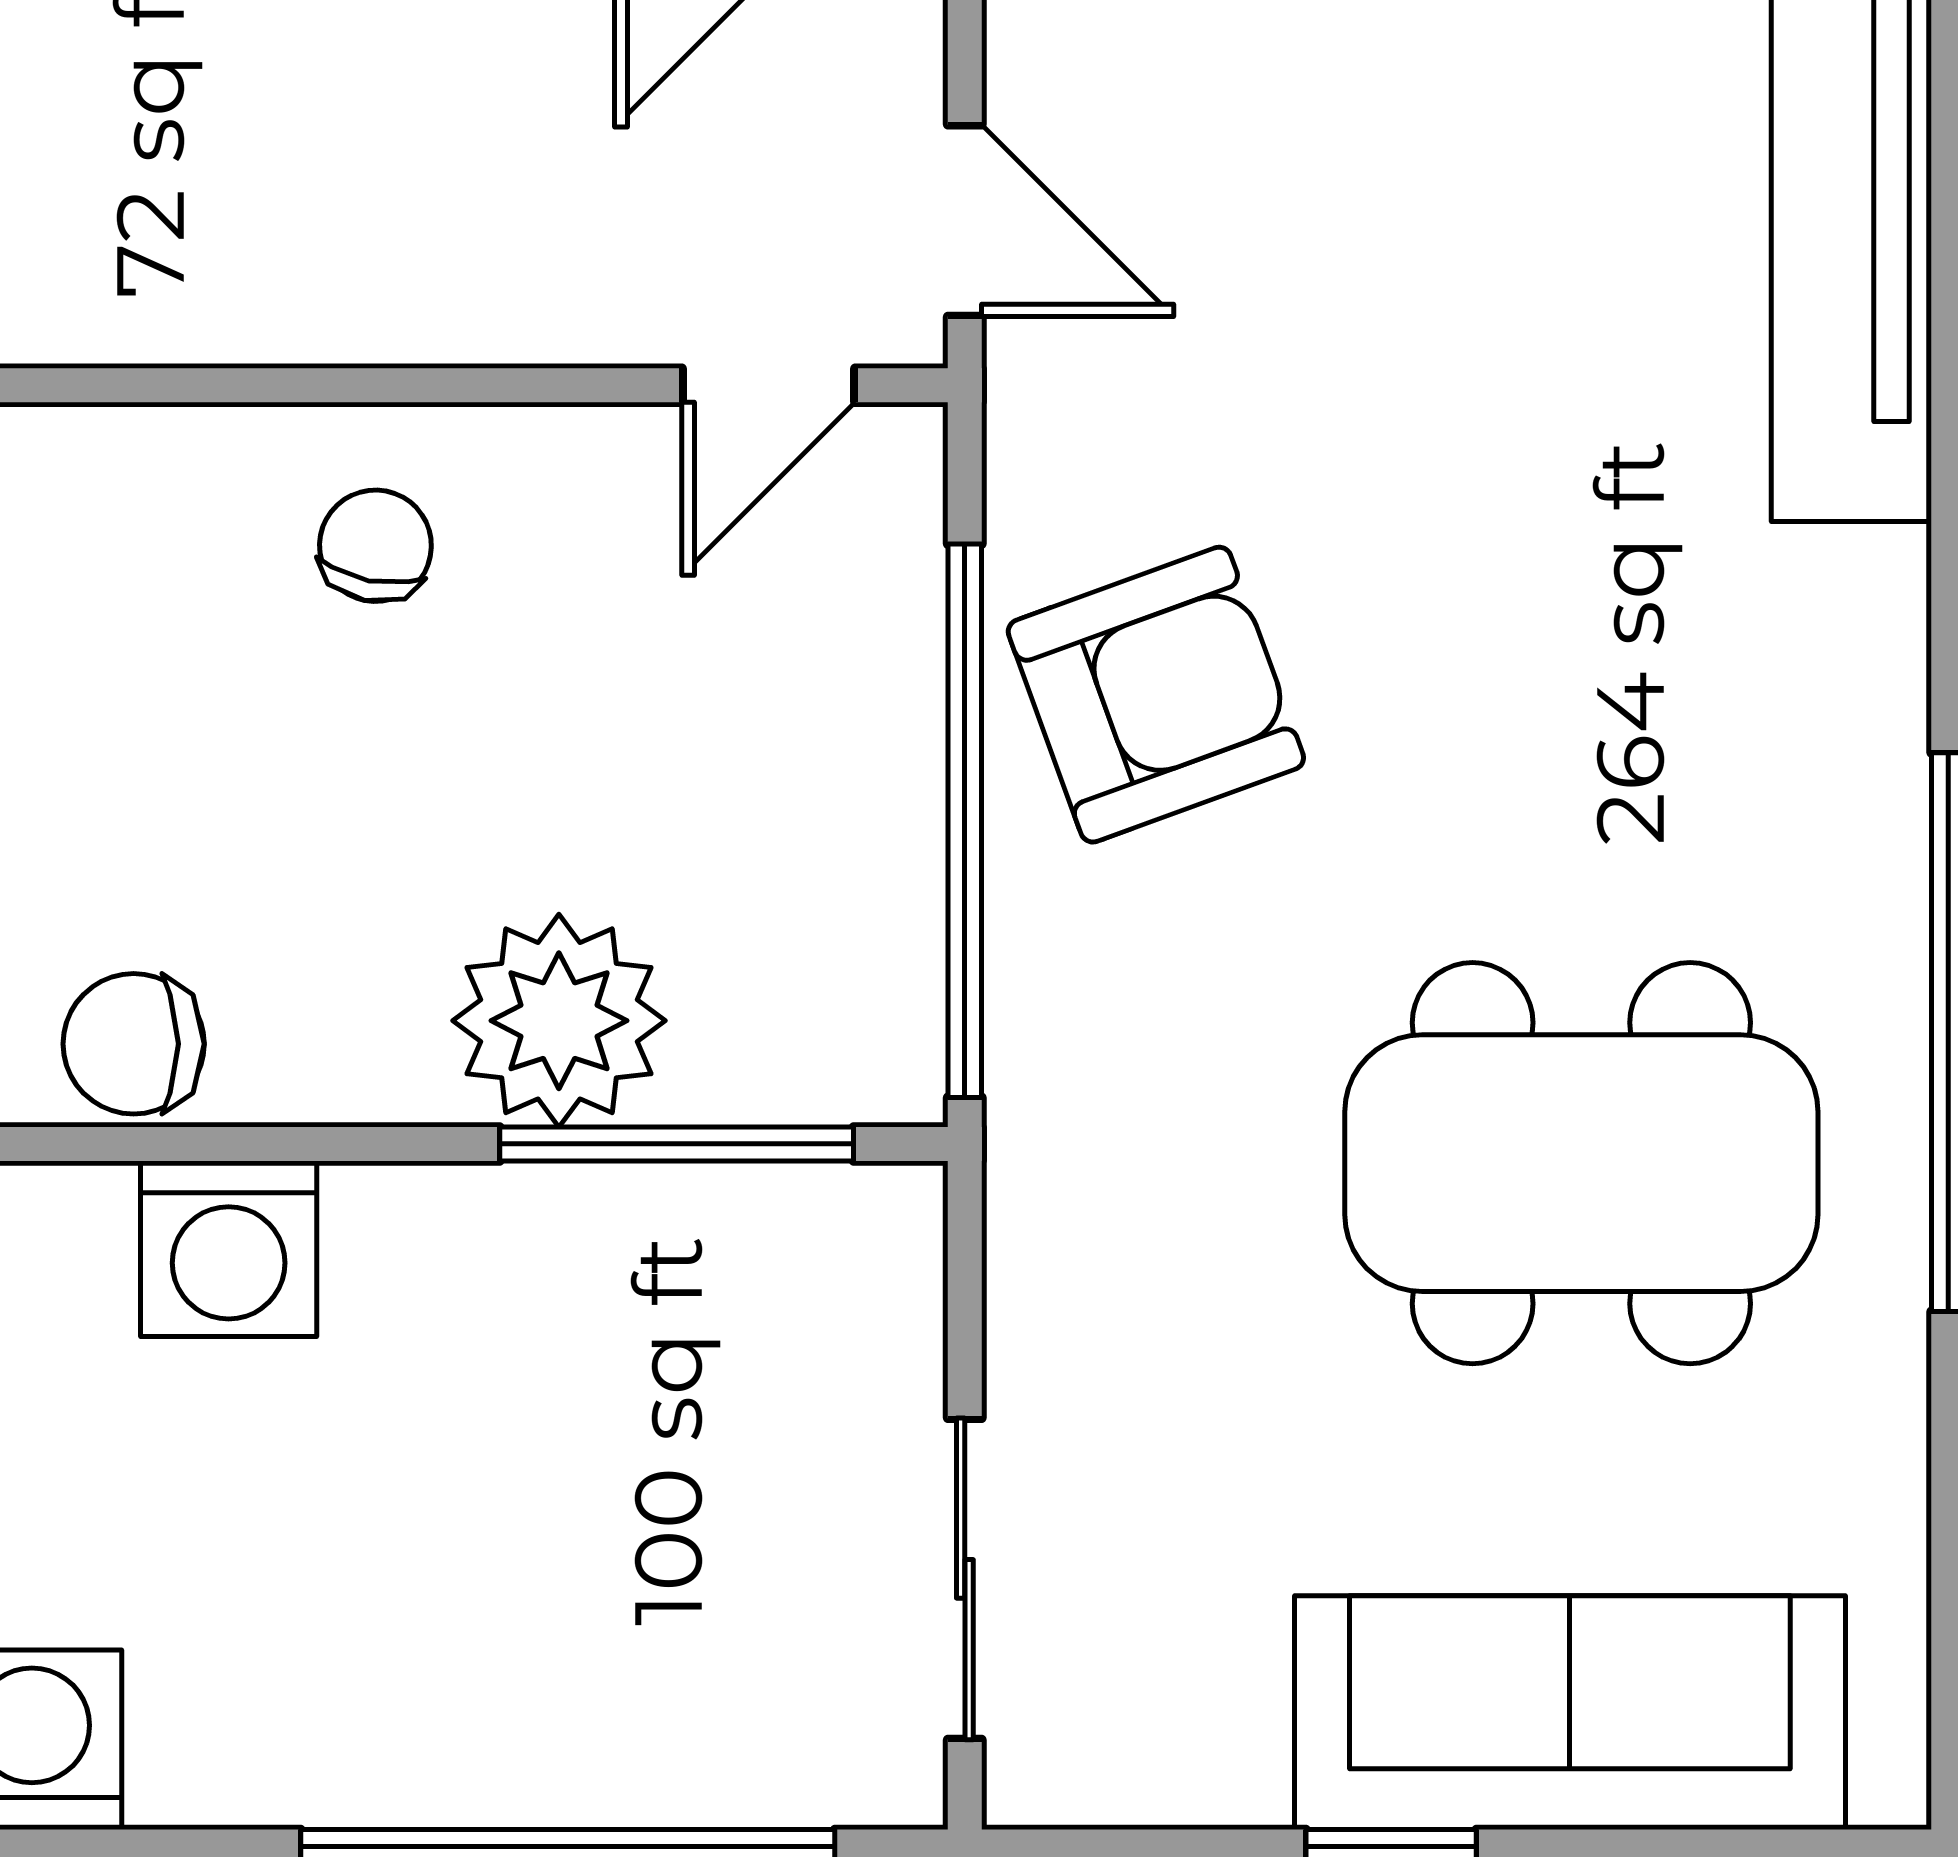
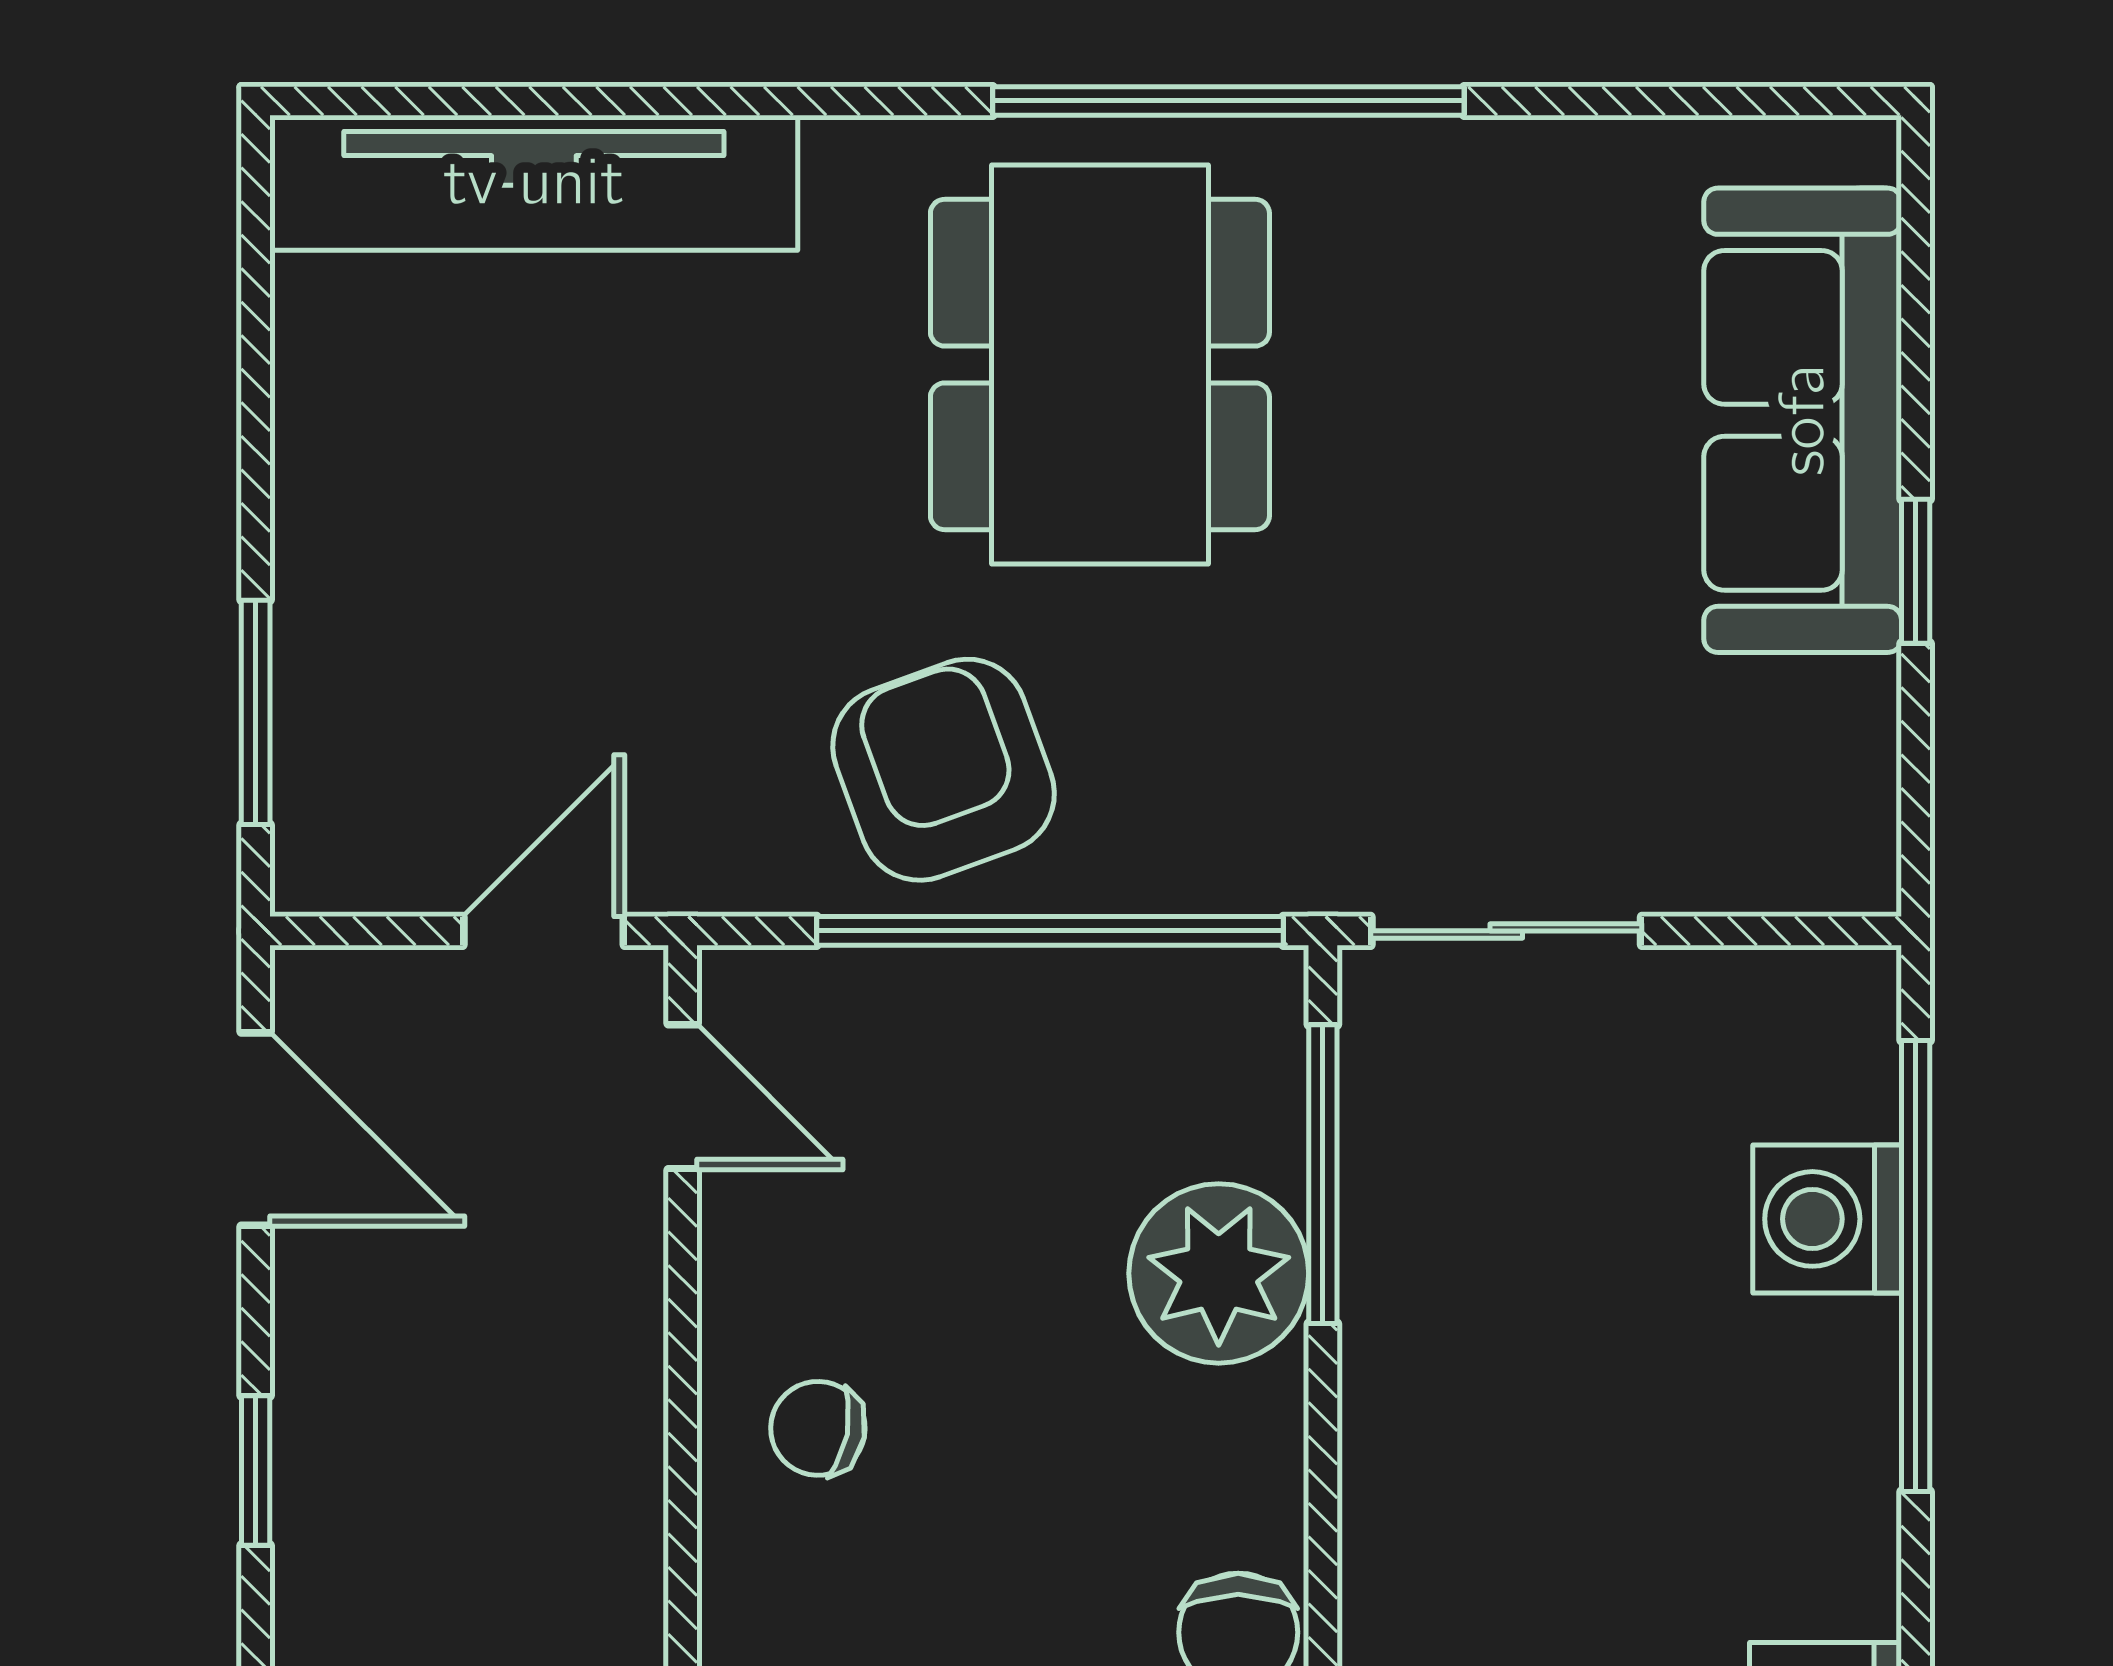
dining table: (1581, 1163) -> (1100, 364), moved
washing machine: (229, 1249) -> (1827, 1219), moved, turned 180
sliding door: (965, 1579) -> (1506, 931), moved

